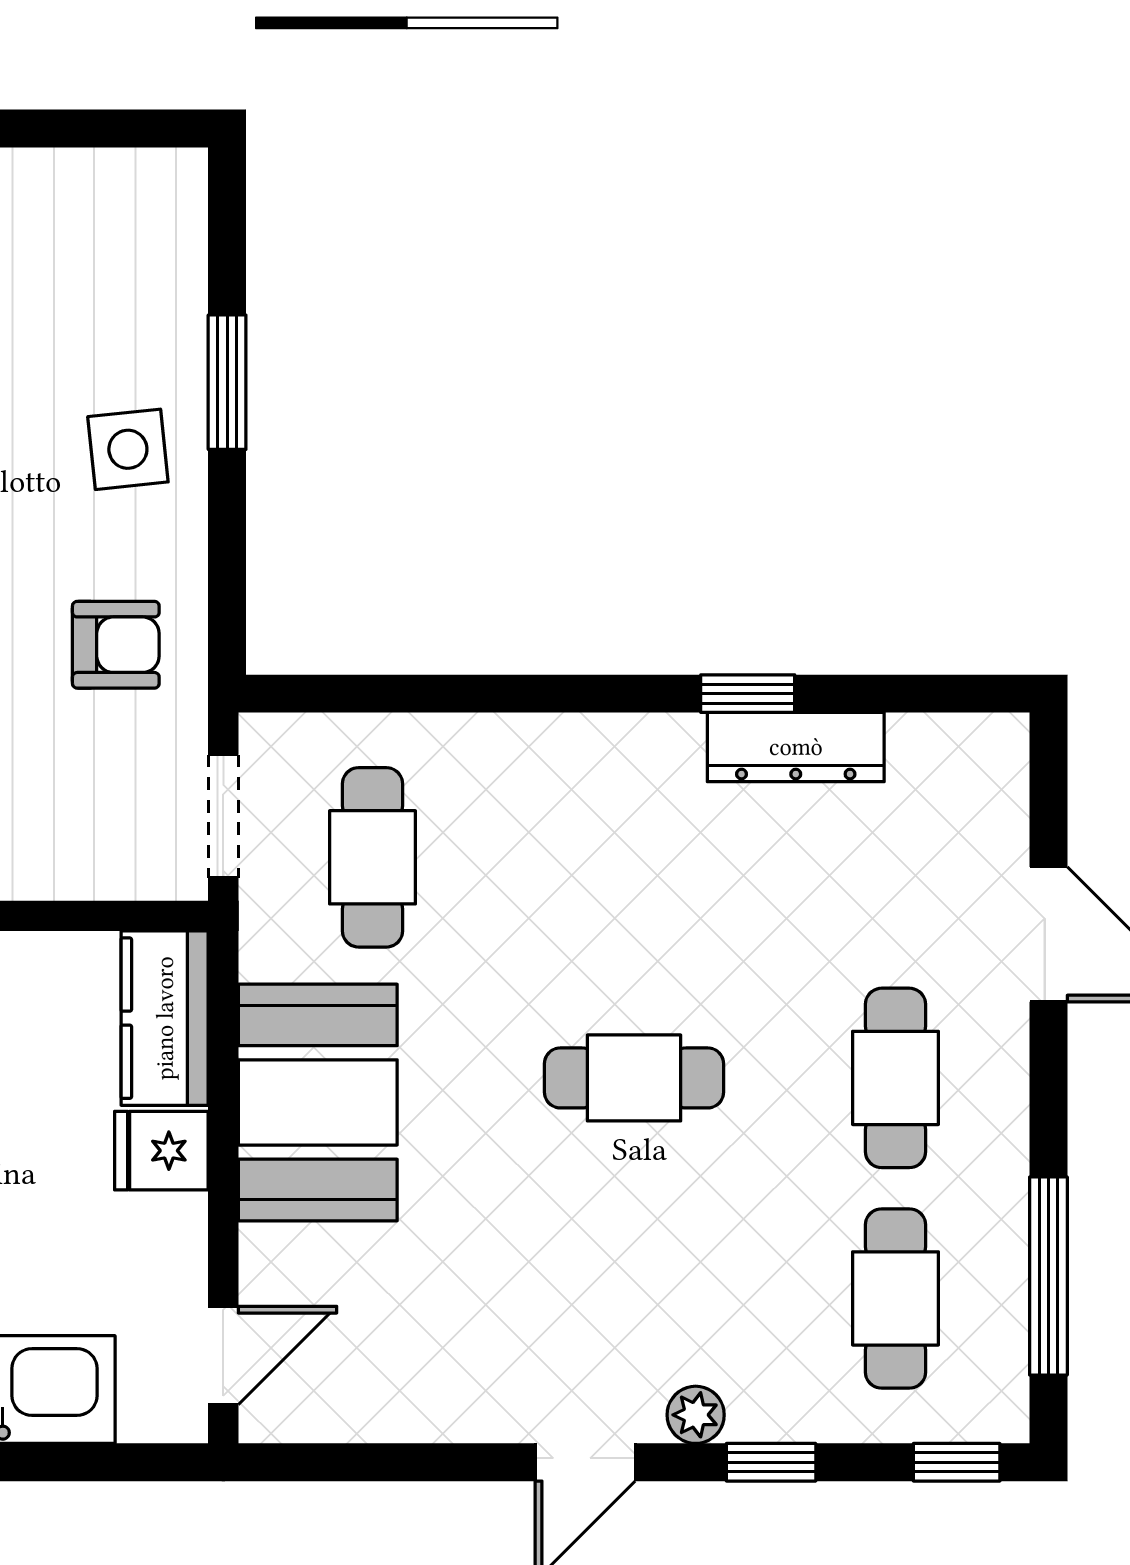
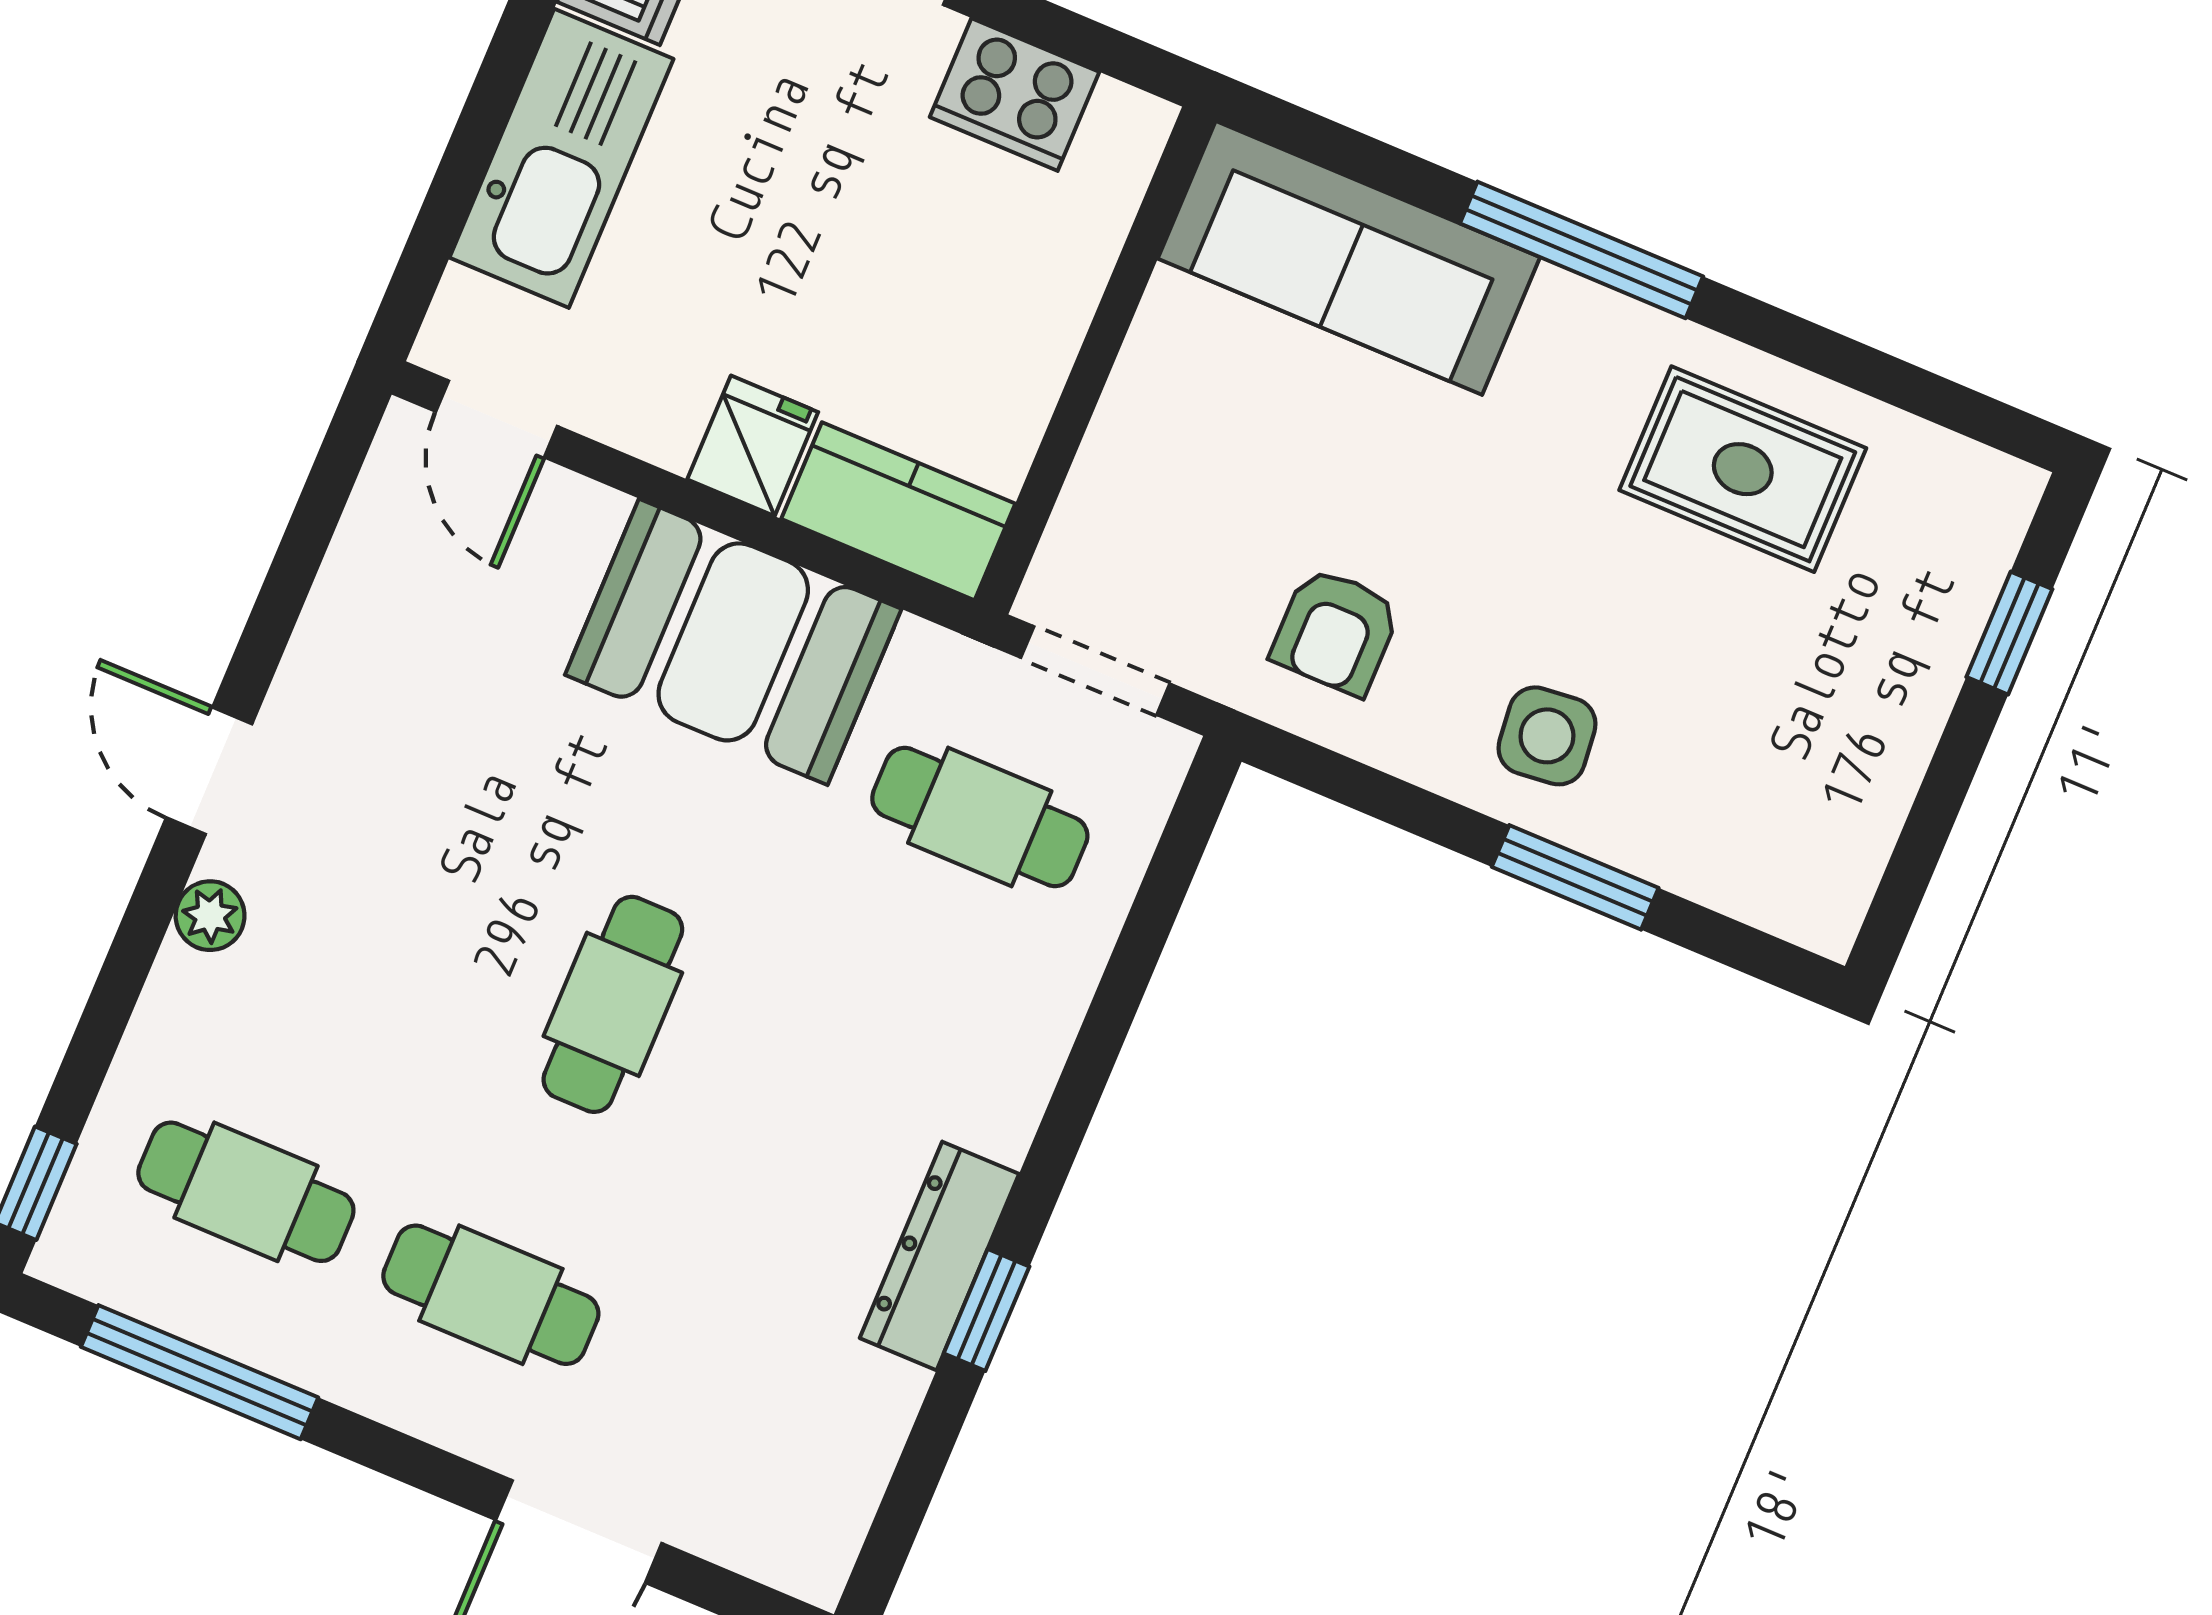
dresser: (796, 747) -> (939, 1256), moved
window: (771, 1462) -> (122, 977), removed

